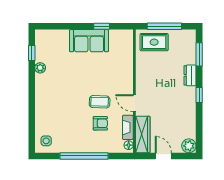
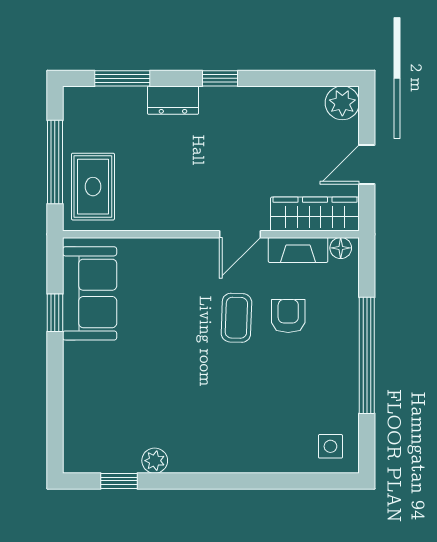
sofa: (89, 41) -> (90, 293), moved

